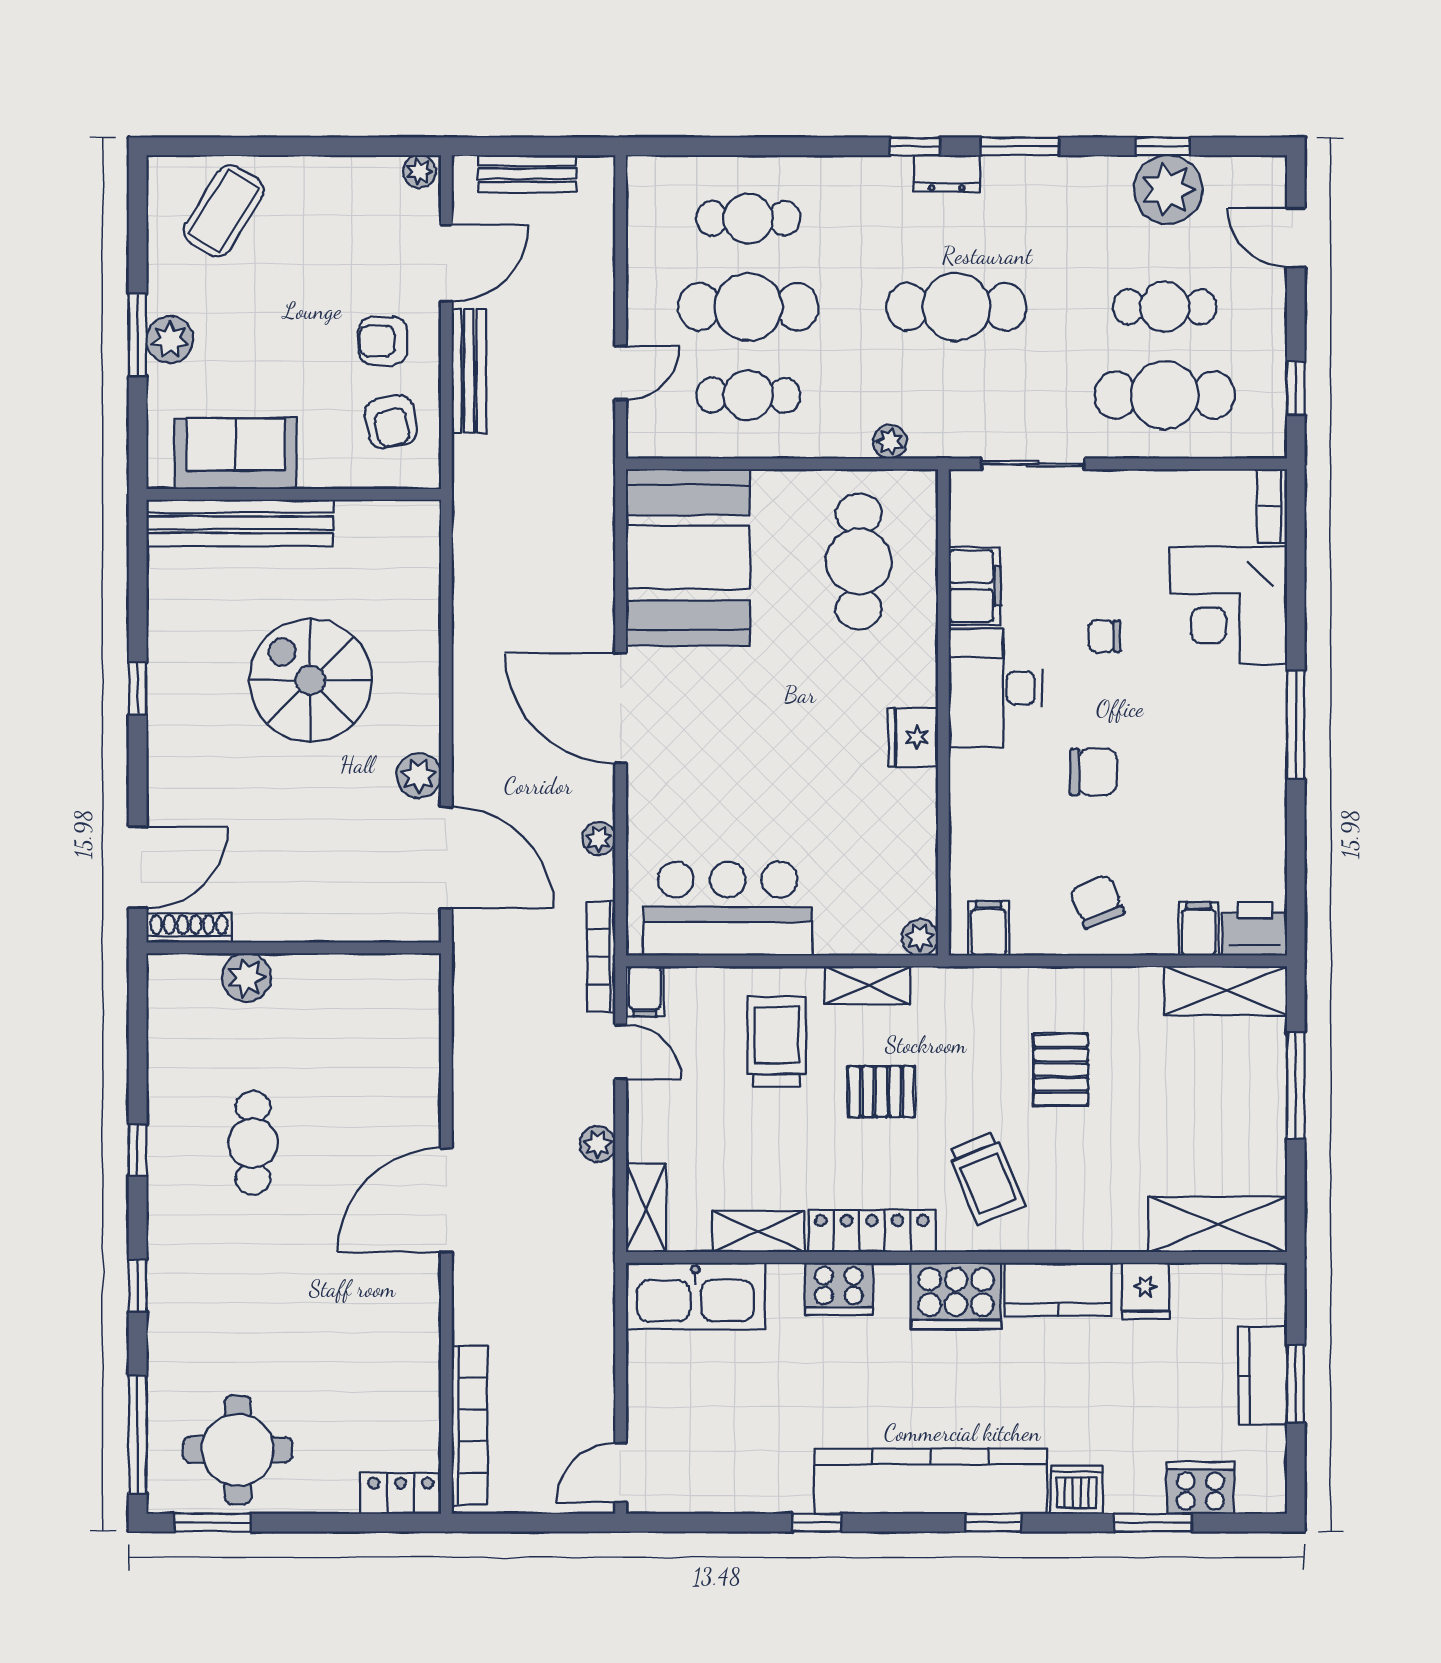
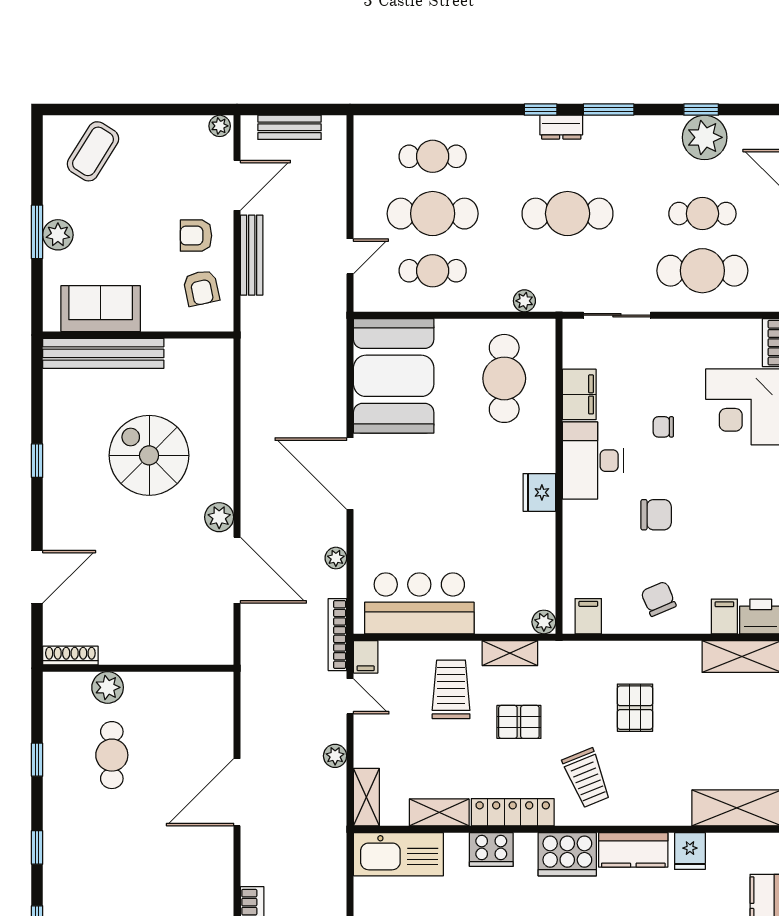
shoe rack: (189, 928) -> (70, 655), moved
wall: (294, 948) -> (138, 668), moved
plant: (246, 977) -> (108, 687), moved

